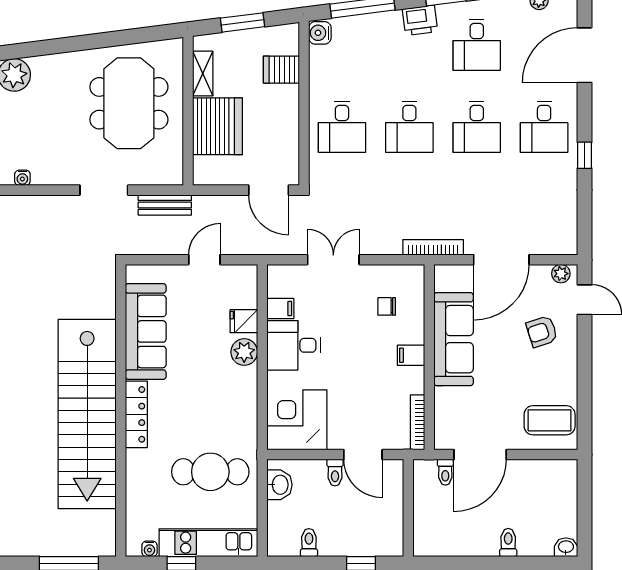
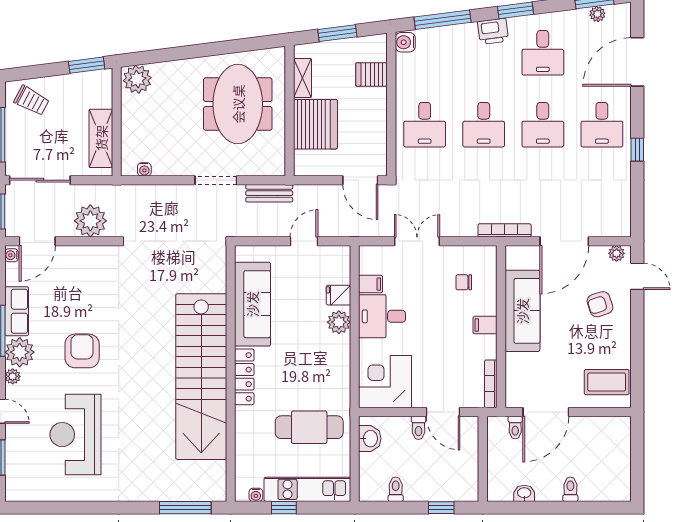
washbasin: (566, 547) -> (524, 493), moved

